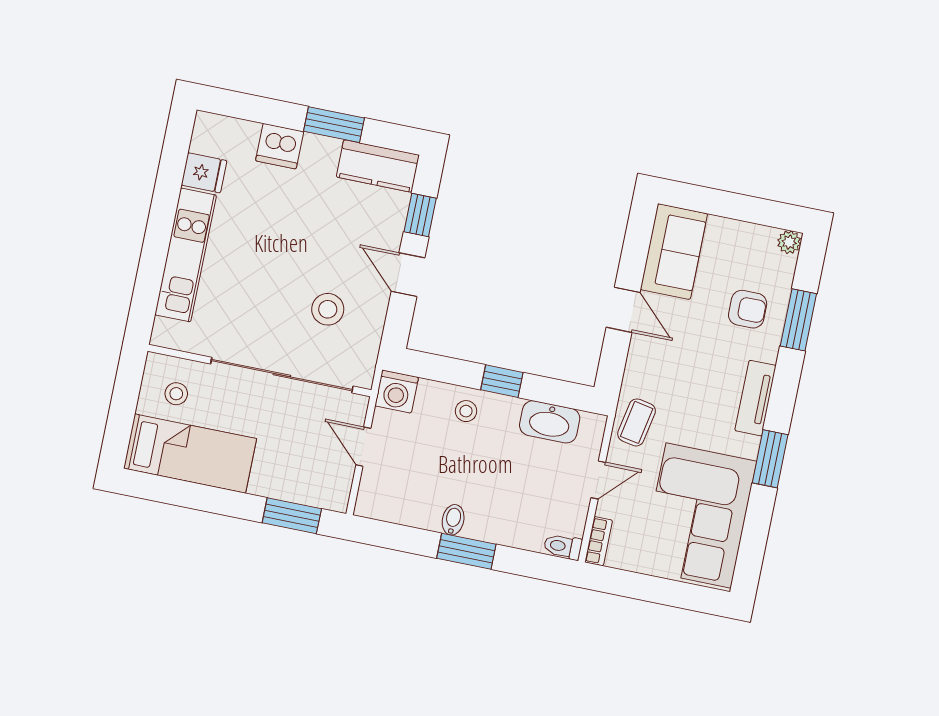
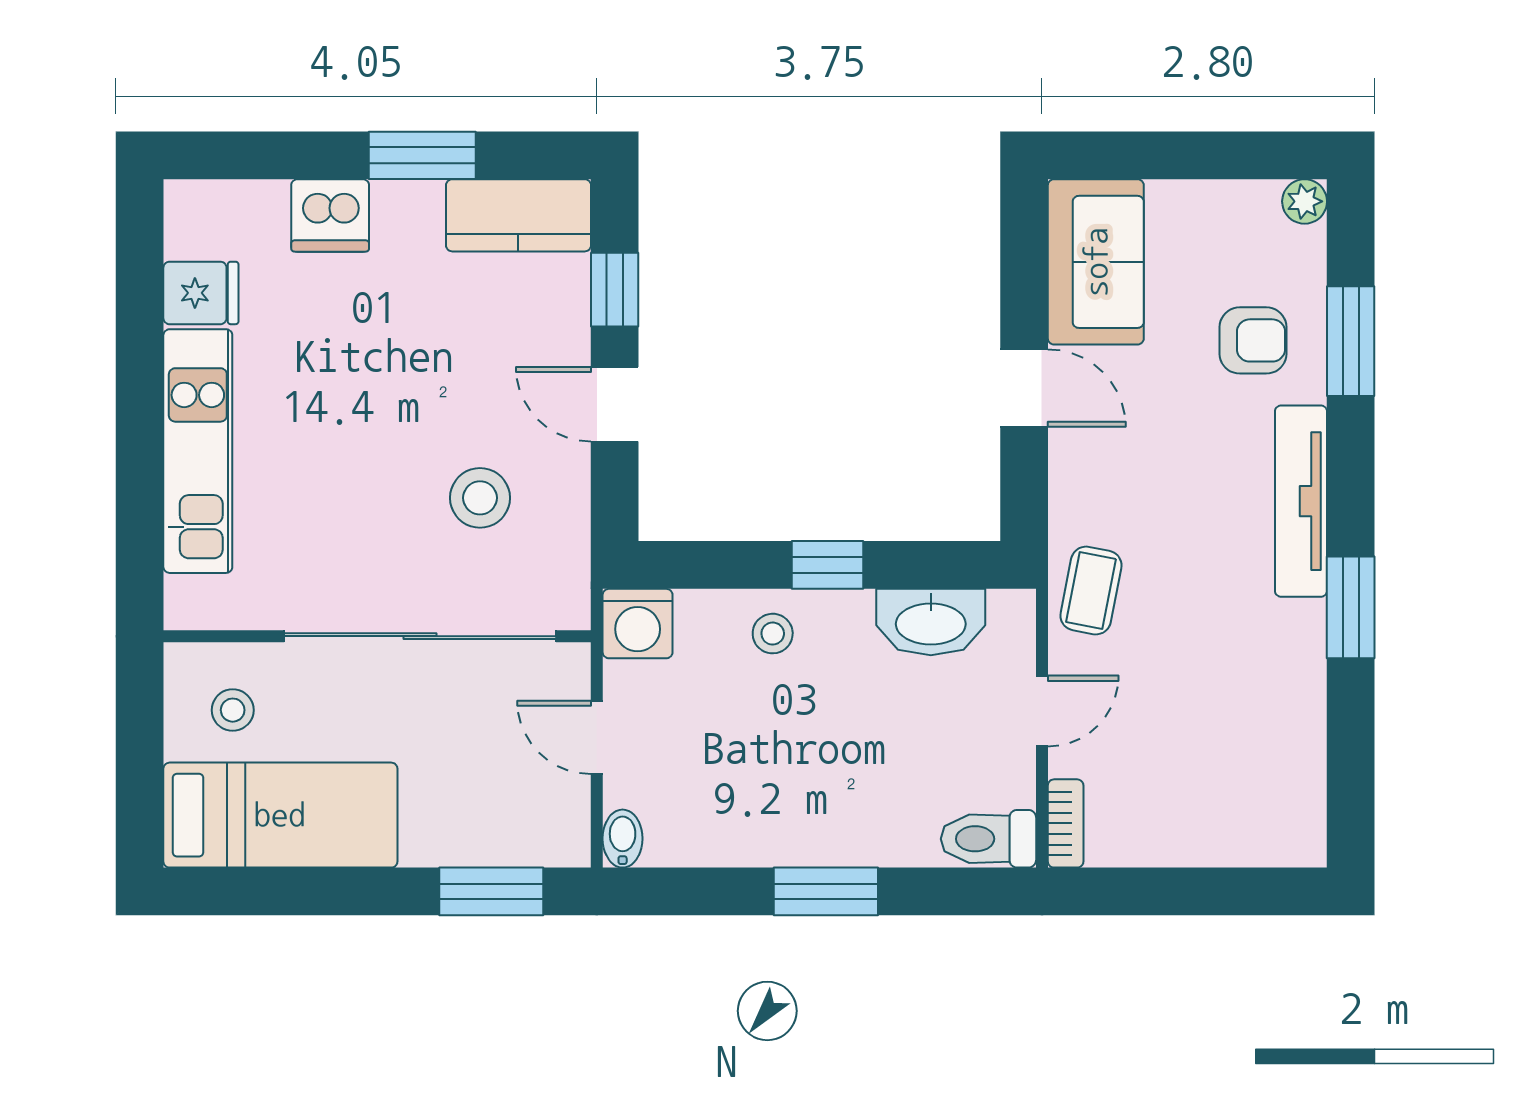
tv unit: (756, 398) -> (1301, 501), width x1.41
corner sofa: (698, 516) -> (1240, 739), removed
bidet: (453, 520) -> (623, 839), moved
toilet: (563, 546) -> (988, 839), width x1.37, depth x1.39

